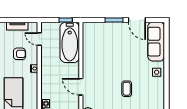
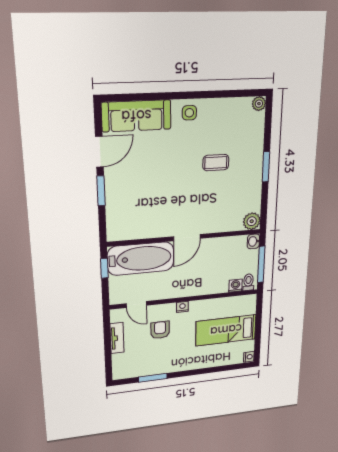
door: (39, 39) -> (136, 305), hinge flipped
door: (81, 87) -> (187, 238), moved

